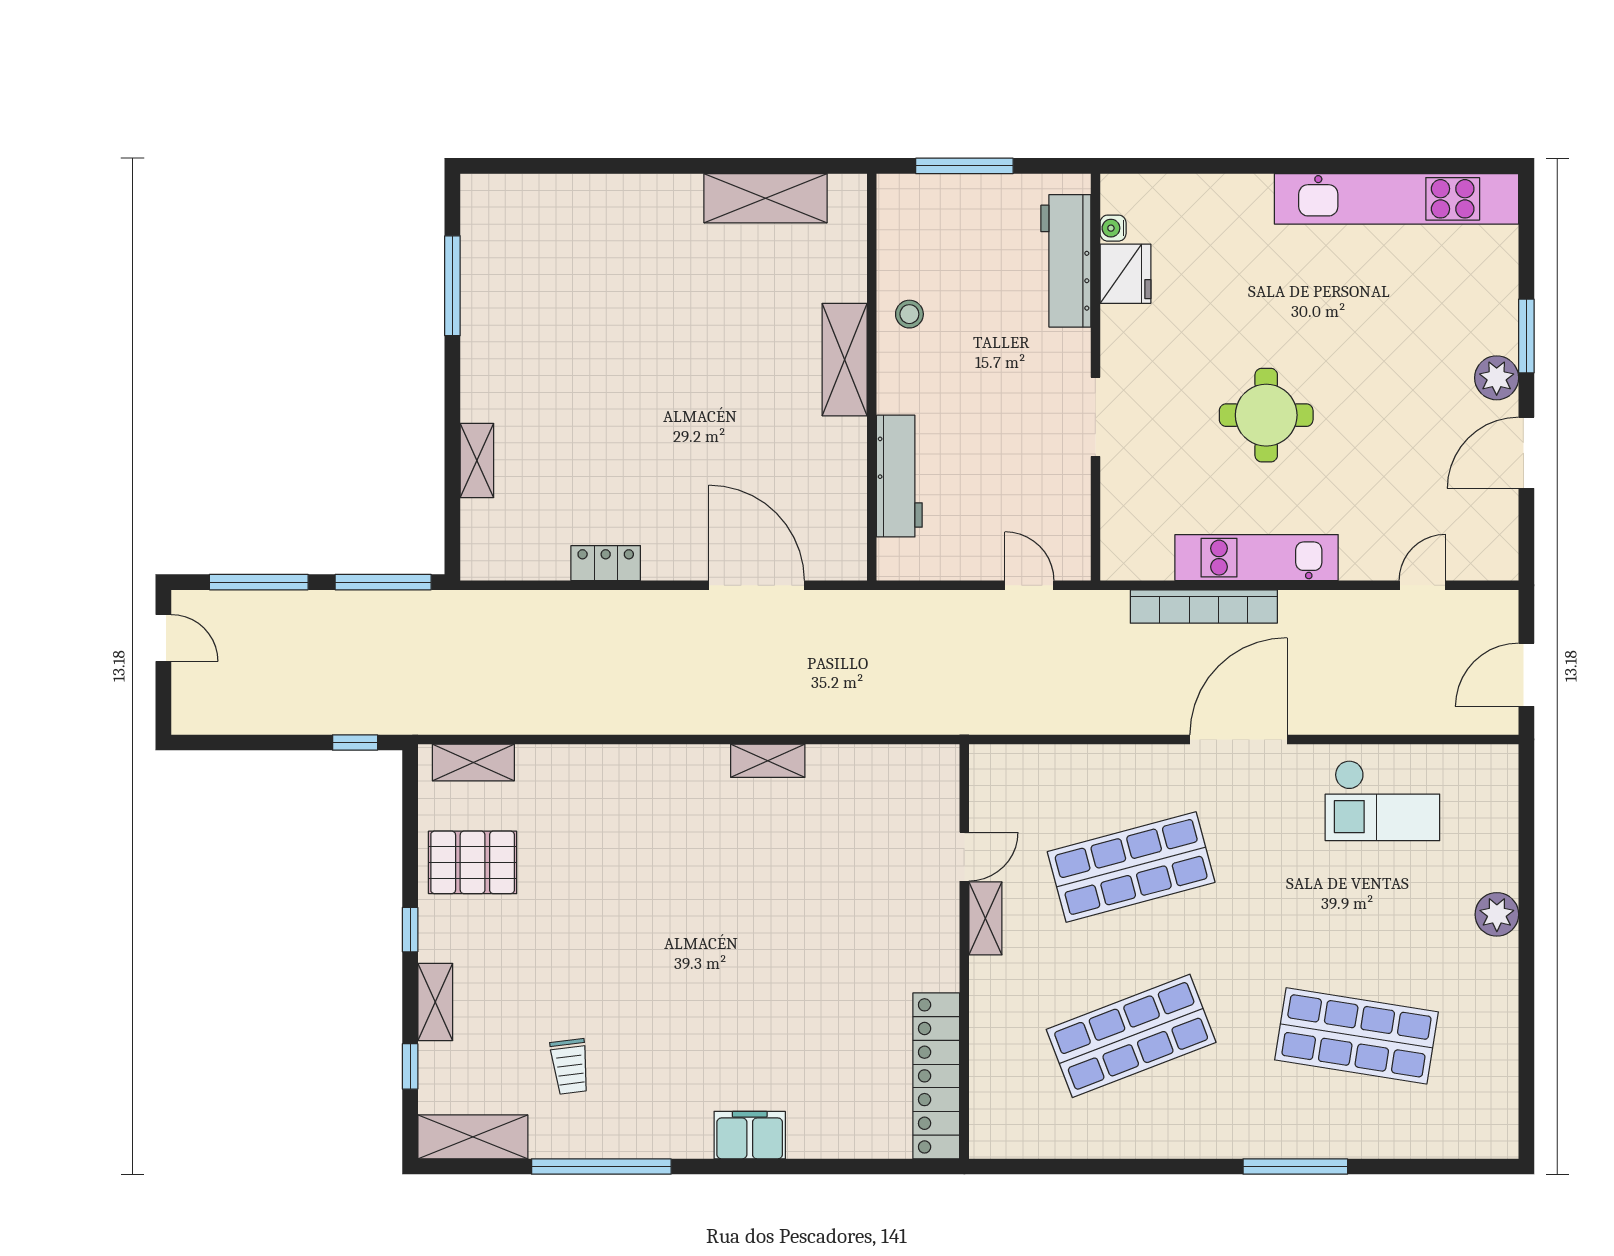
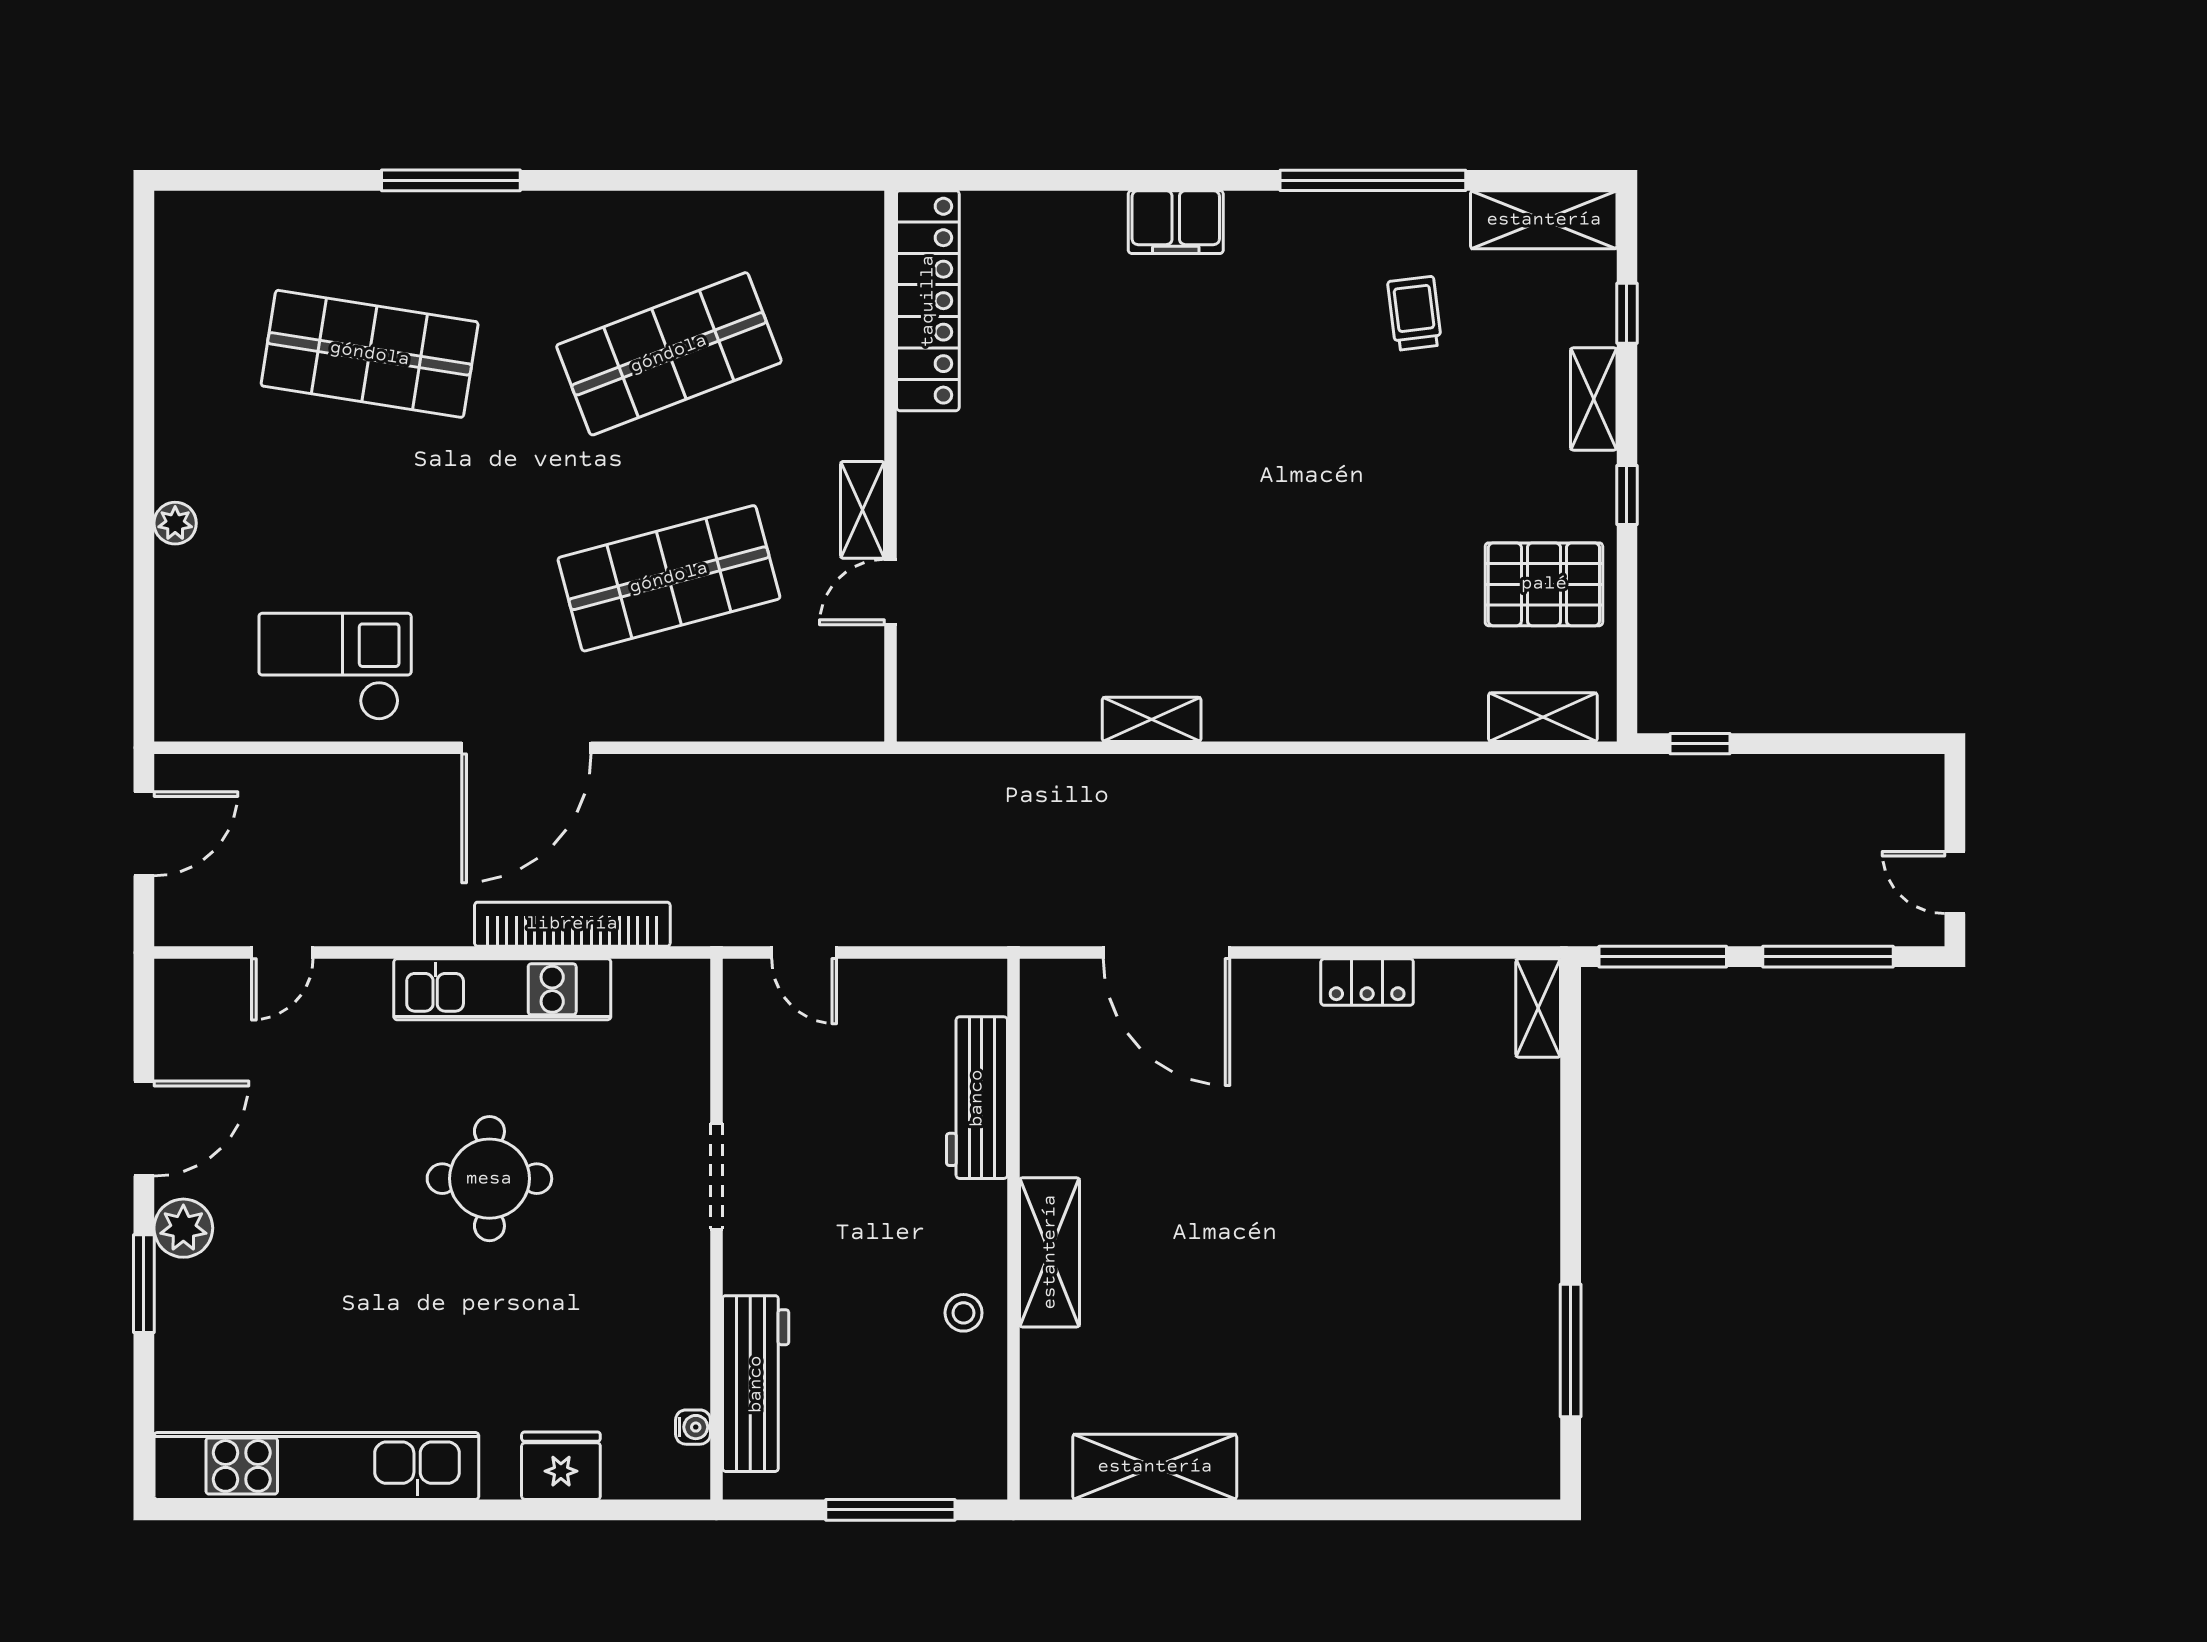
fridge: (1125, 274) -> (561, 1466), moved, turned 90
shelving: (477, 461) -> (1538, 1008), moved
plant: (1497, 914) -> (175, 523), width x0.73, depth x0.73

